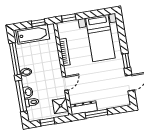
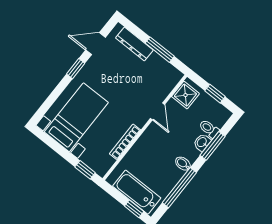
window: (38, 23) -> (134, 209), moved
door: (65, 83) -> (157, 111), swing flipped
window: (21, 96) -> (213, 146), width x0.69
dresser: (84, 108) -> (134, 44), moved

